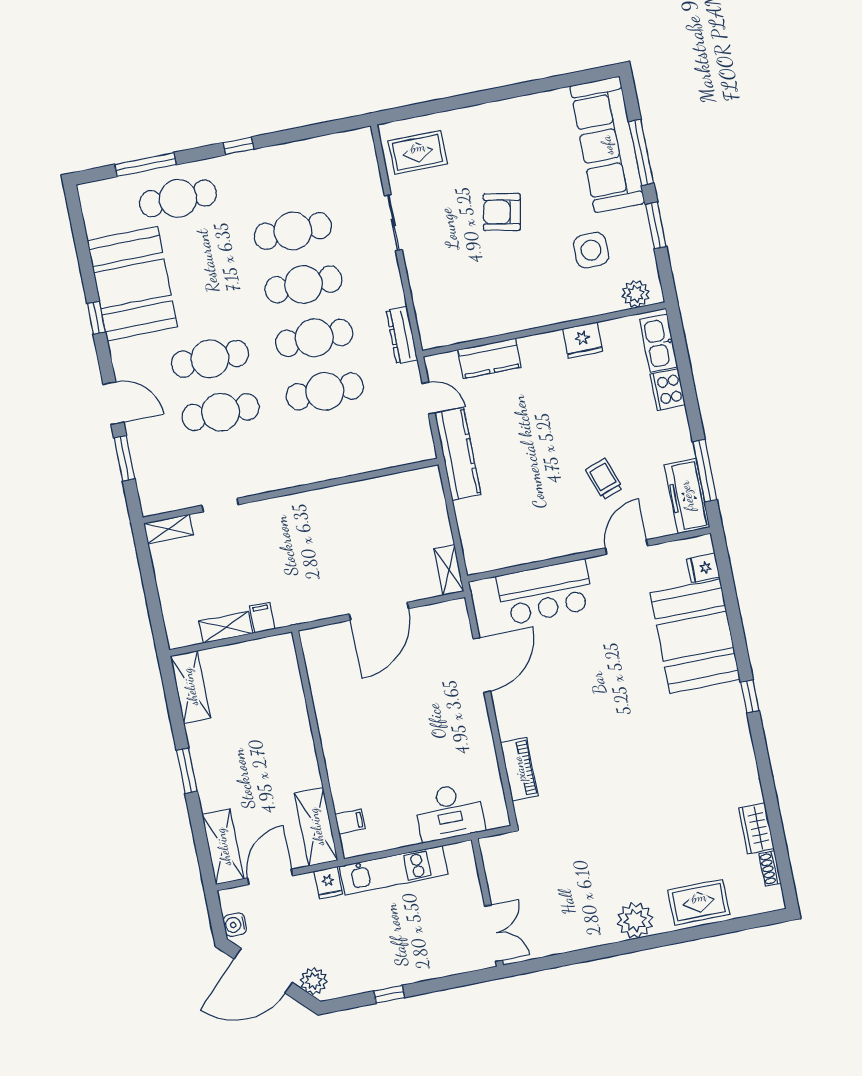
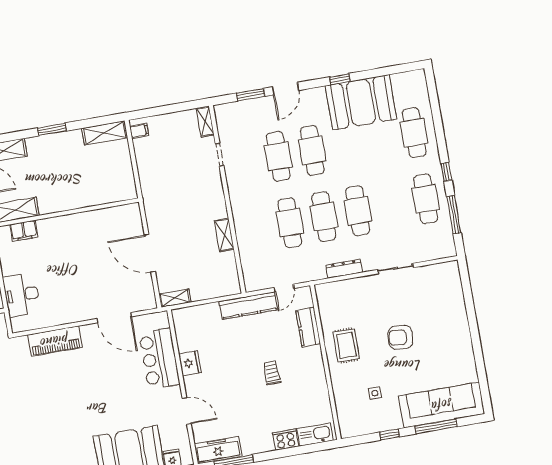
rug: (418, 152) -> (346, 345), moved
window: (145, 164) -> (454, 215), moved
armchair: (502, 212) -> (400, 337), turned -96
window: (656, 225) -> (390, 434), width x0.67
cafe table: (293, 231) -> (426, 199), moved
side table: (591, 250) -> (375, 393), width x0.54, depth x0.54
plant: (636, 294) -> (347, 421), removed
dresser: (402, 335) -> (344, 269), moved
fridge: (583, 340) -> (190, 363), moved, turned 180
trolley: (604, 479) -> (272, 373), moved, turned -72
filing cabinet: (262, 618) -> (139, 131), moved
shelving: (226, 627) -> (224, 235), moved
piano: (519, 769) -> (55, 341), width x1.37, depth x1.33
filing cabinet: (350, 822) -> (24, 231), width x2.00

